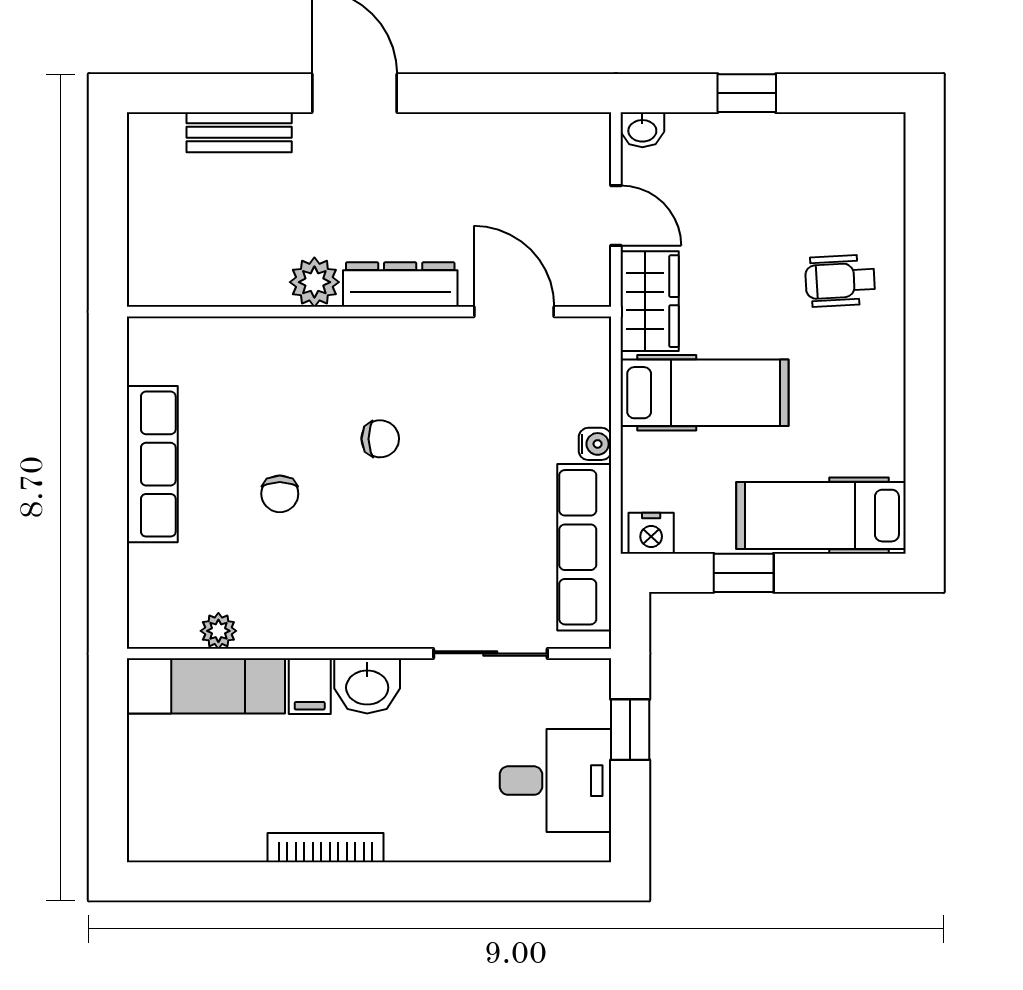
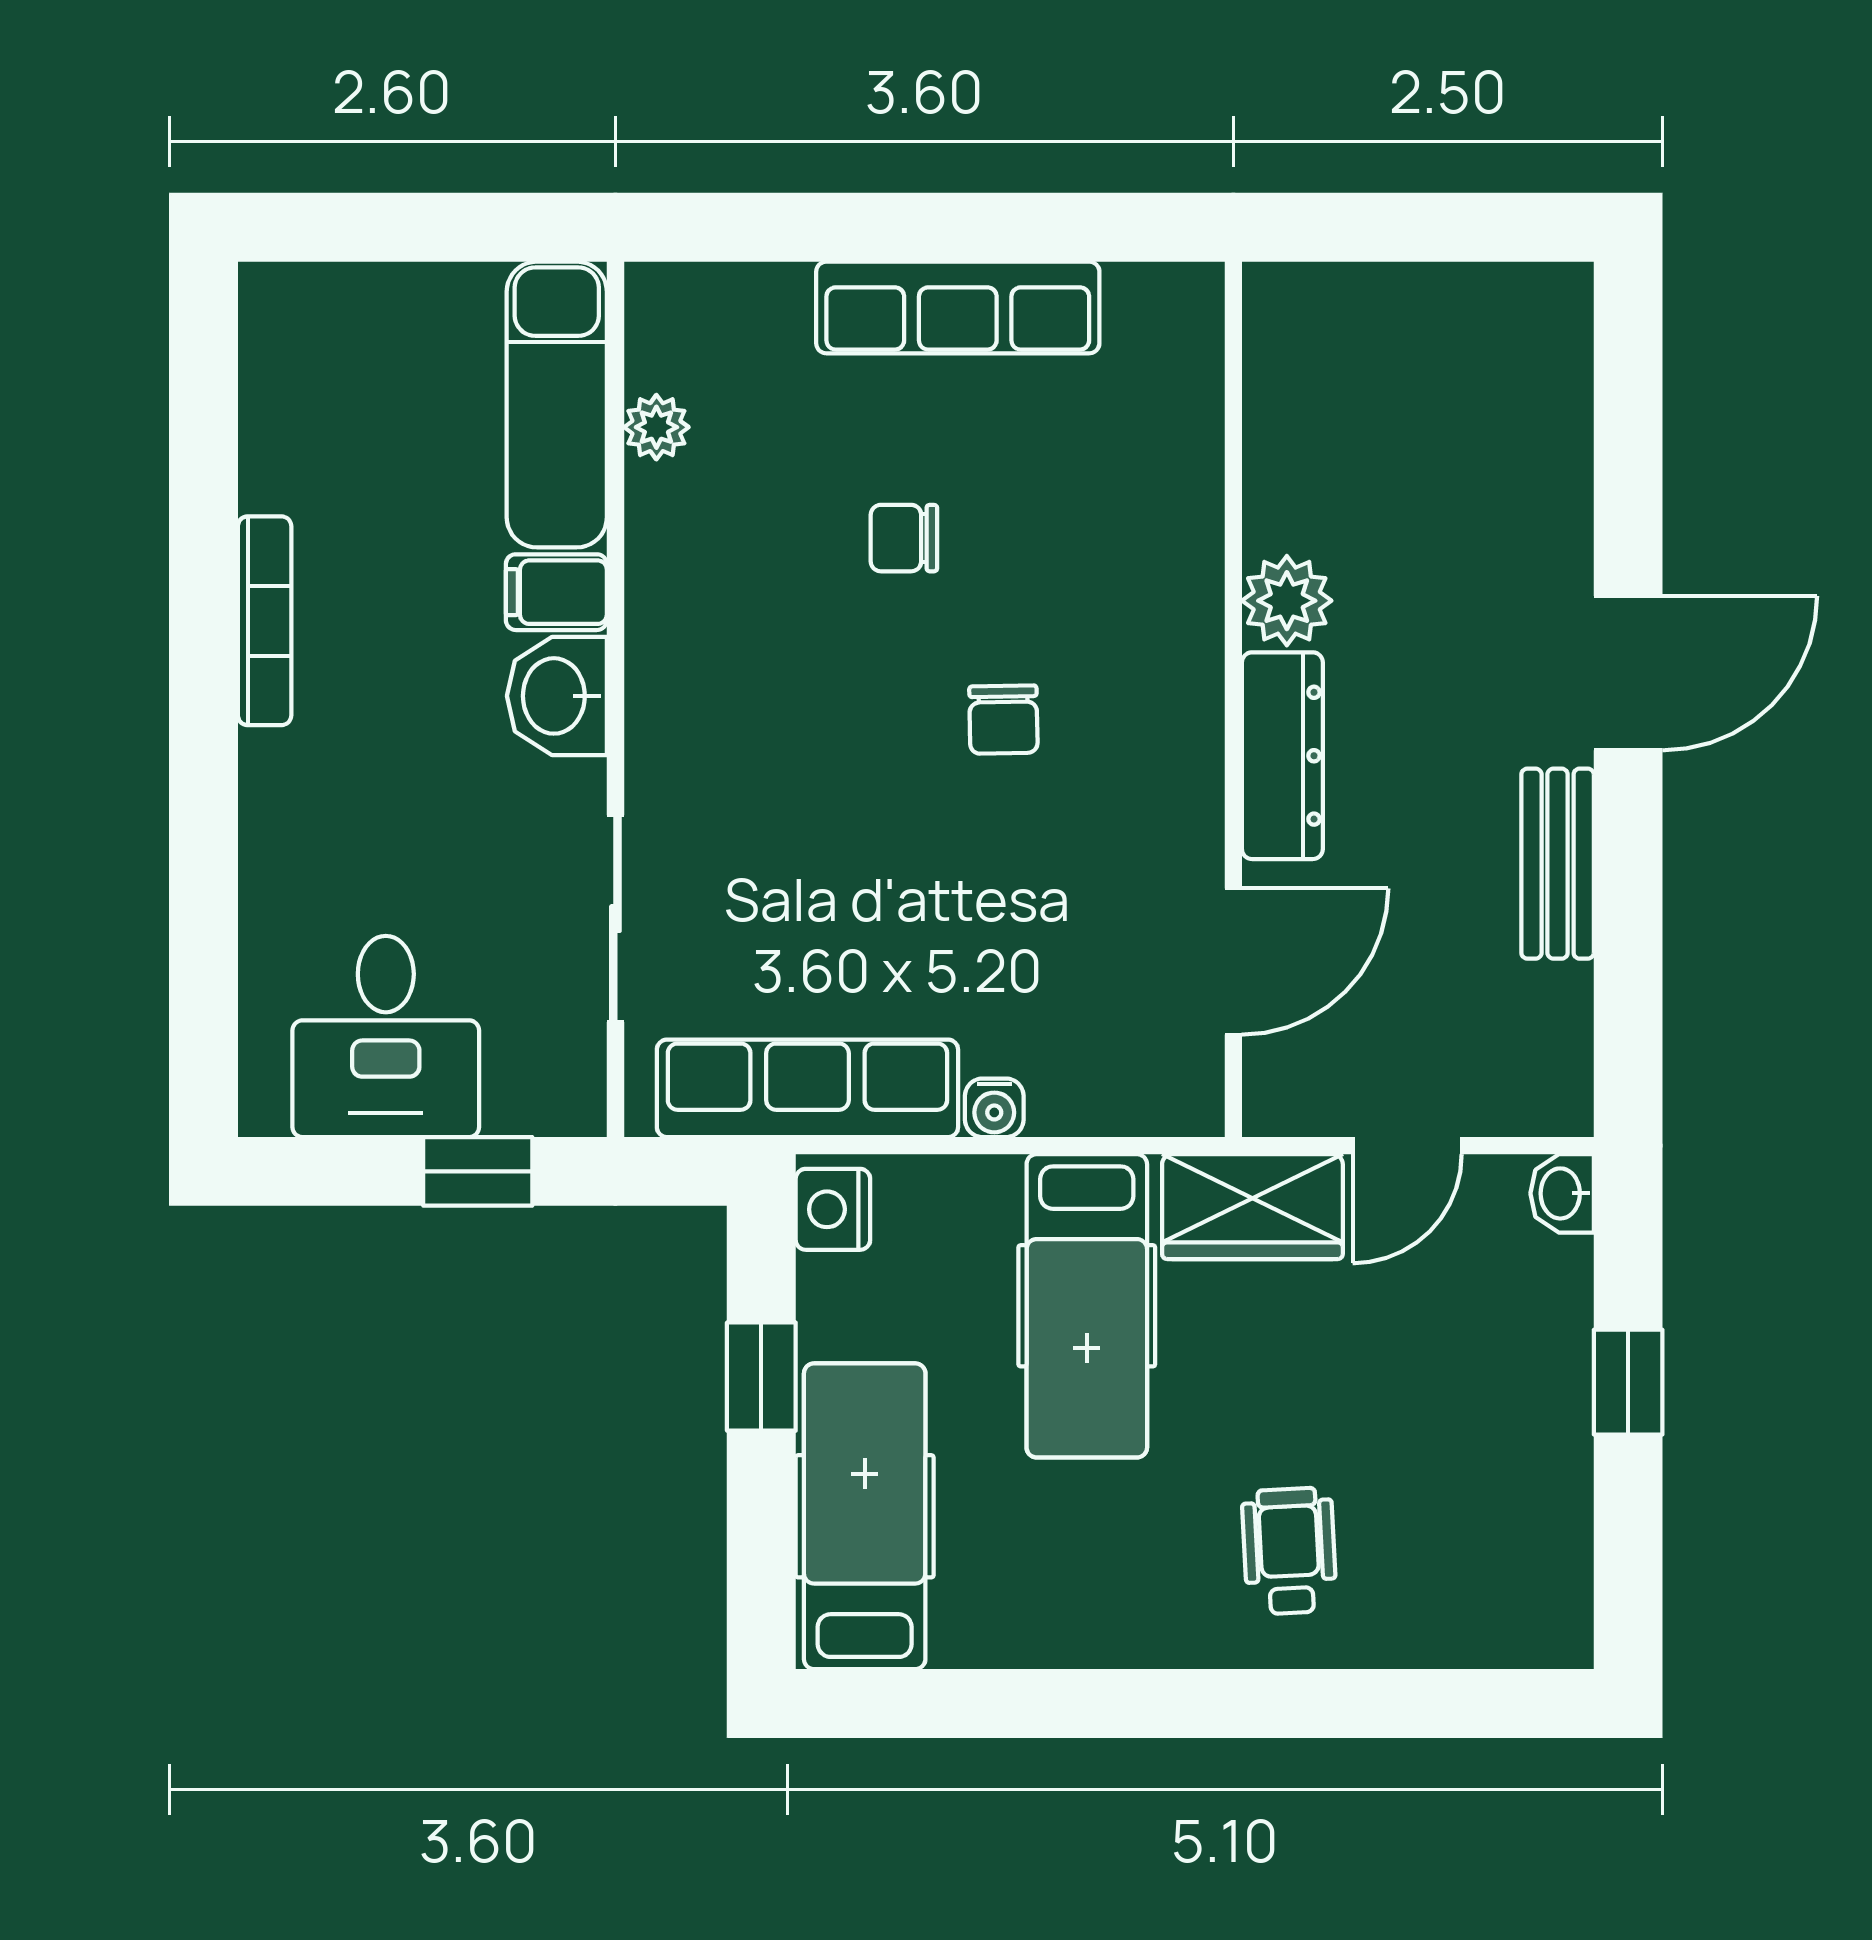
bench: (239, 132) -> (1558, 864), moved

